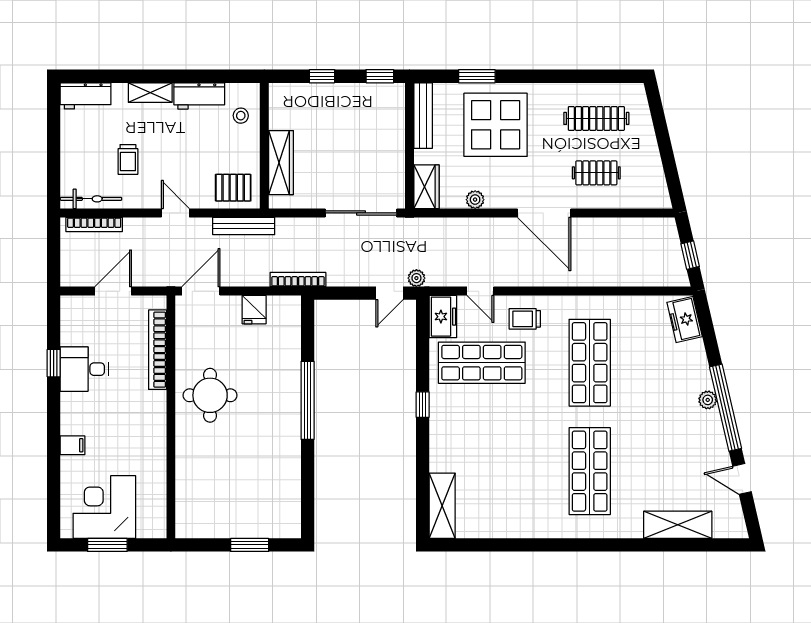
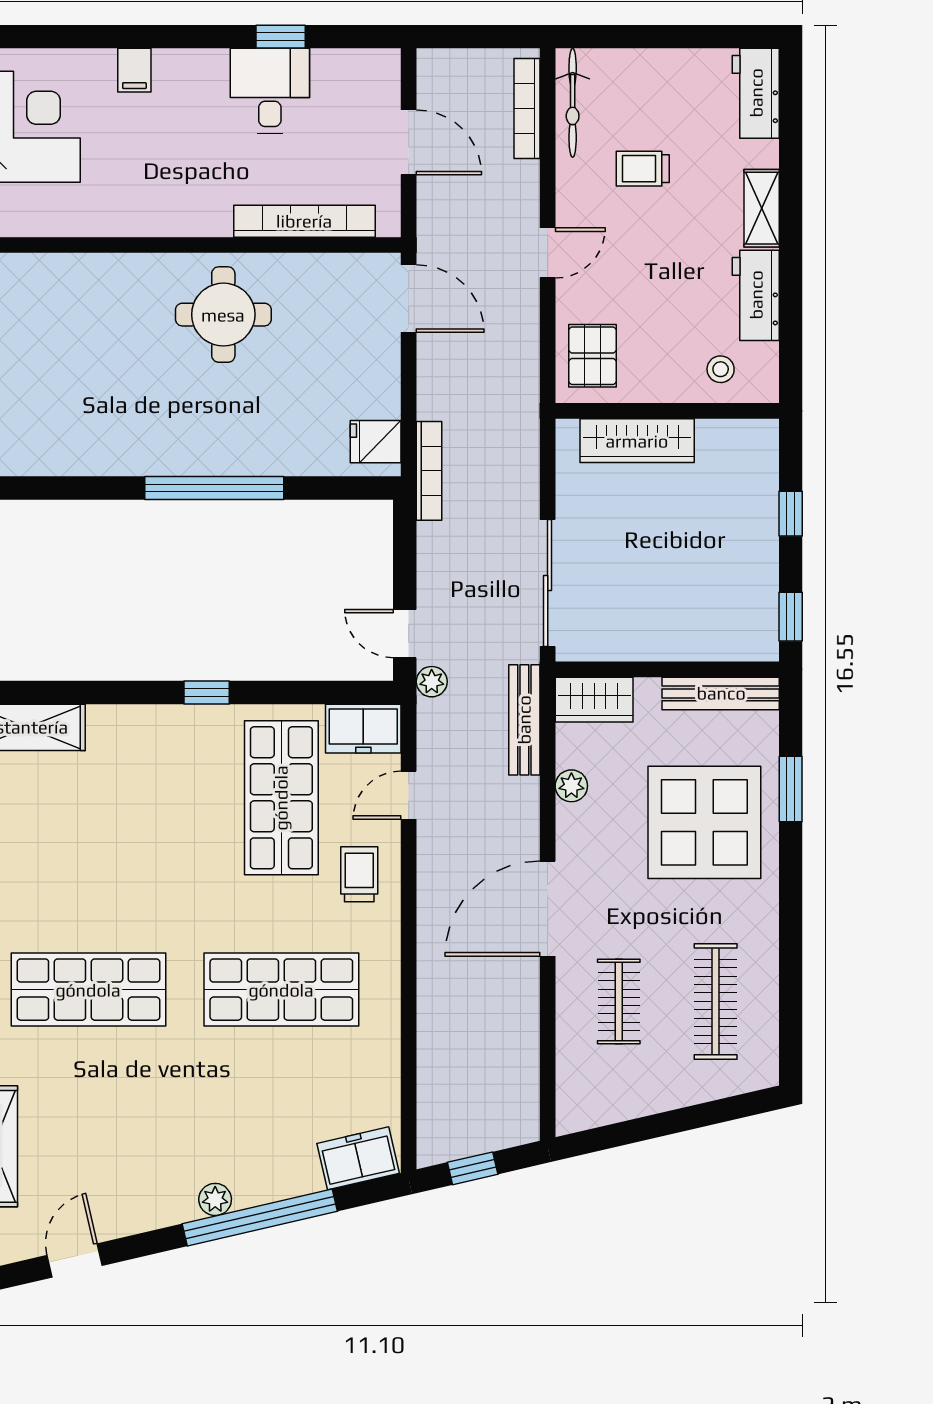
bench: (244, 226) -> (524, 720), moved
fridge: (254, 310) -> (376, 442), moved
window: (725, 408) -> (260, 1218), moved

